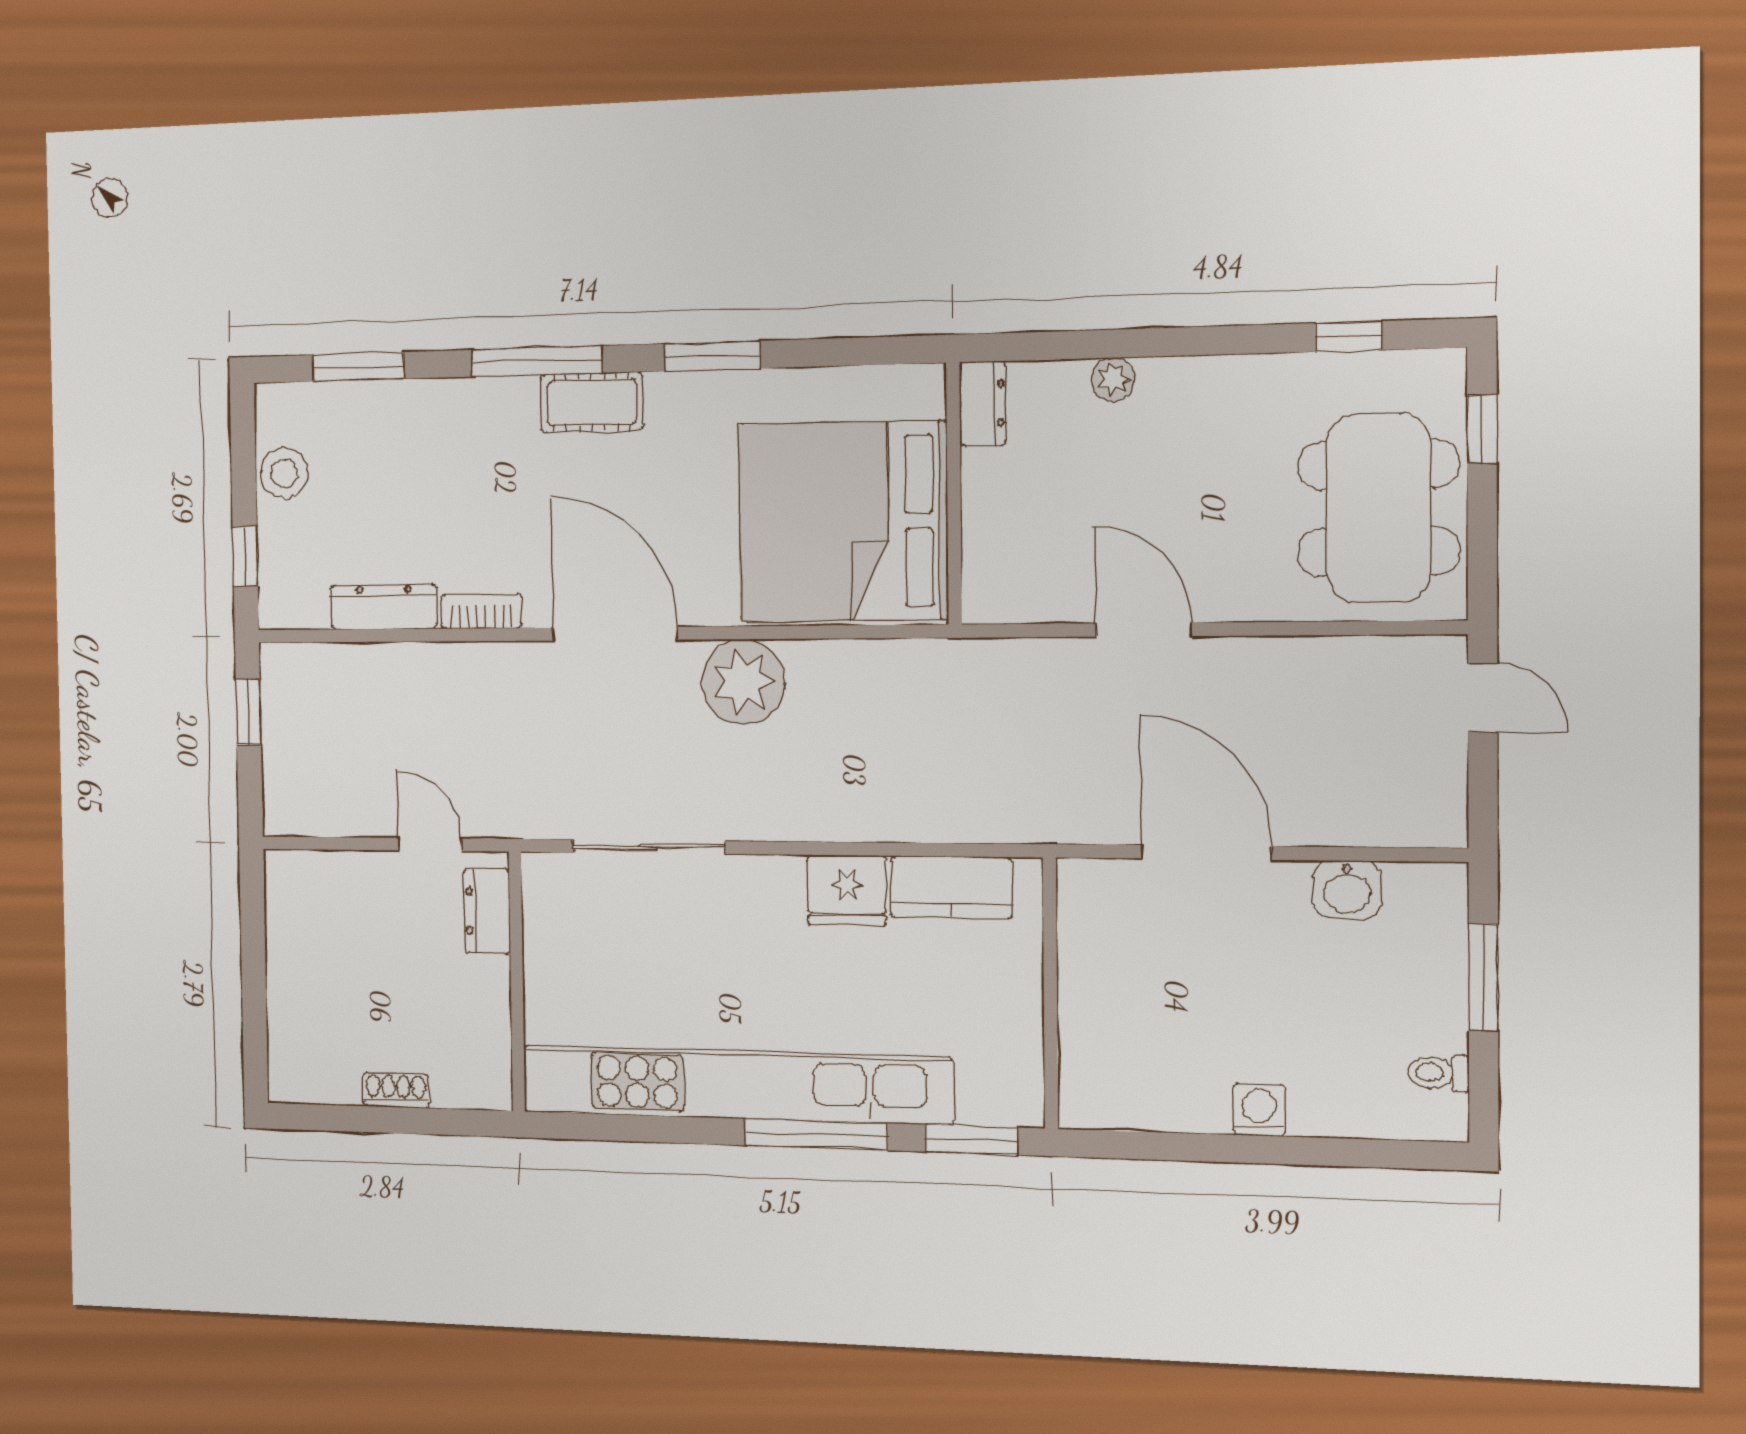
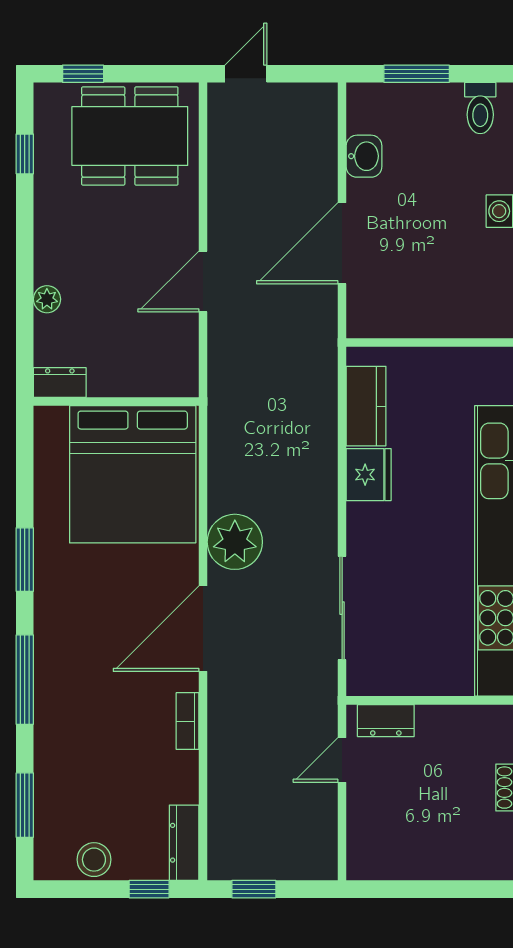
cot: (592, 402) -> (52, 642), removed
dresser: (384, 607) -> (184, 843), moved
toilet: (1439, 1073) -> (480, 108), width x1.37, depth x1.39

